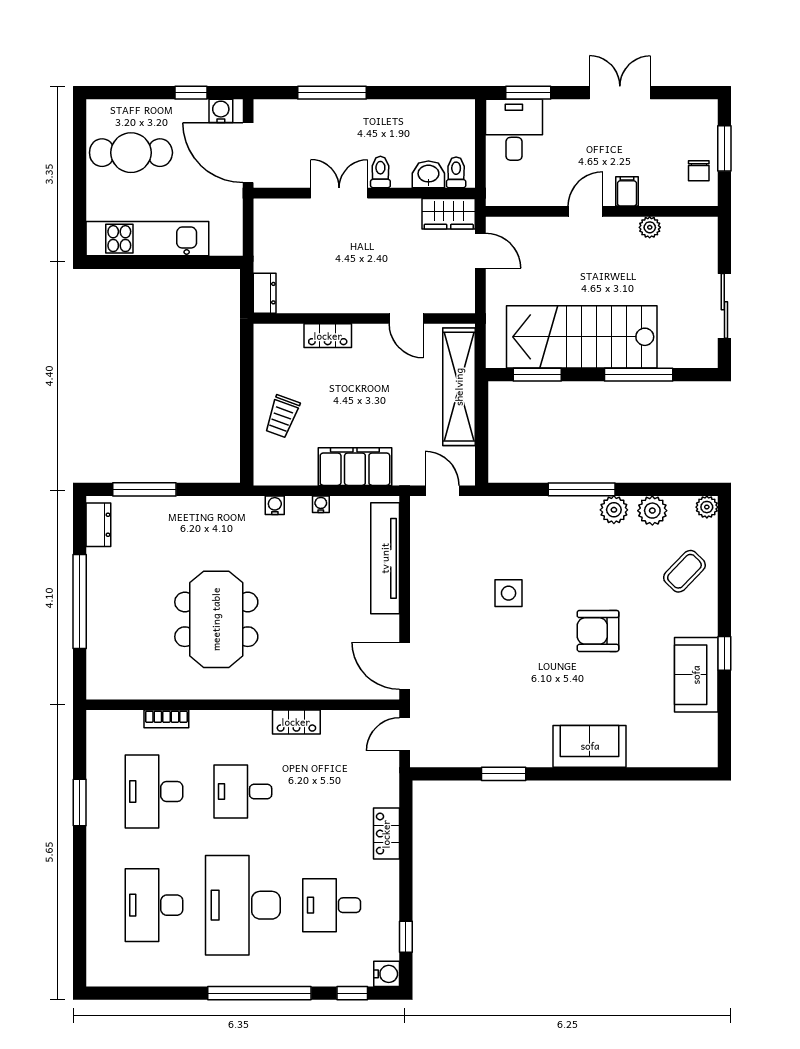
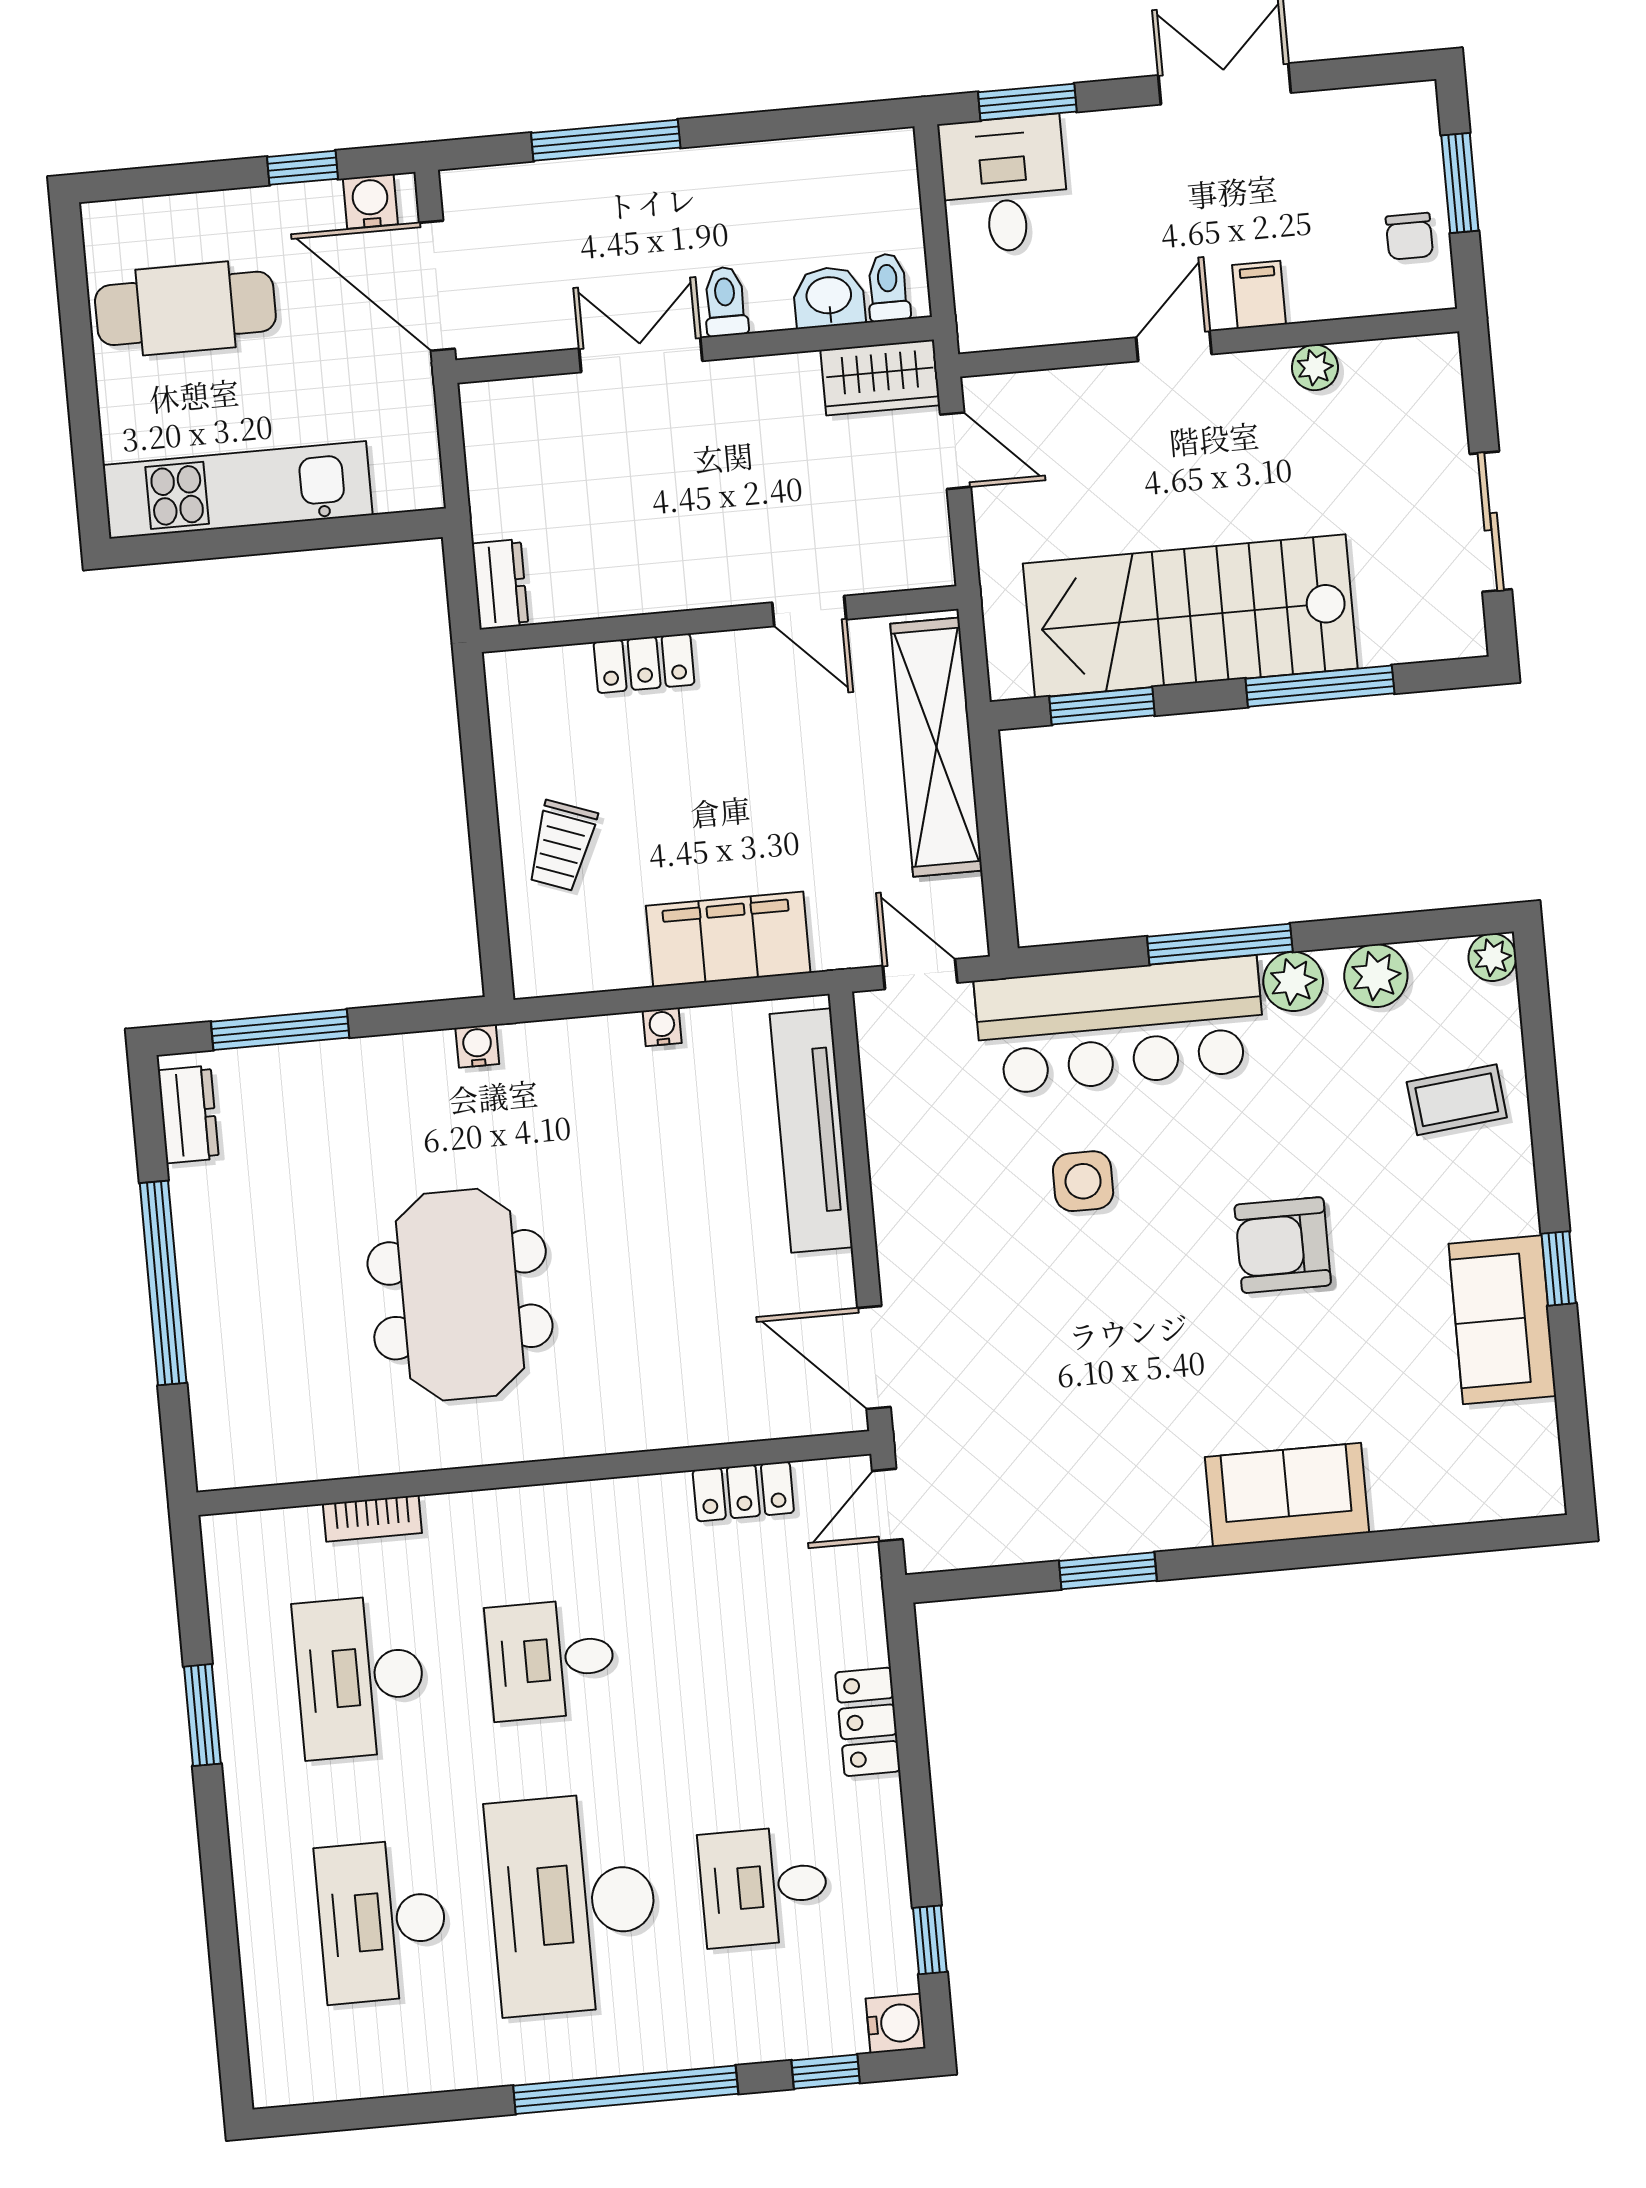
water cooler: (275, 505) -> (477, 1046), moved
bar counter: (532, 523) -> (1120, 1025), added
coffee table: (684, 571) -> (1457, 1100), turned 40
locker: (296, 722) -> (743, 1491), moved

